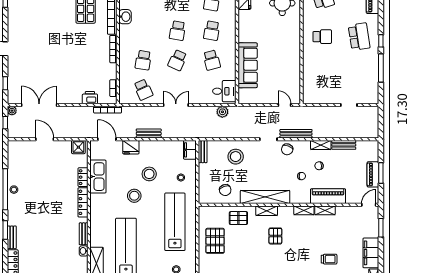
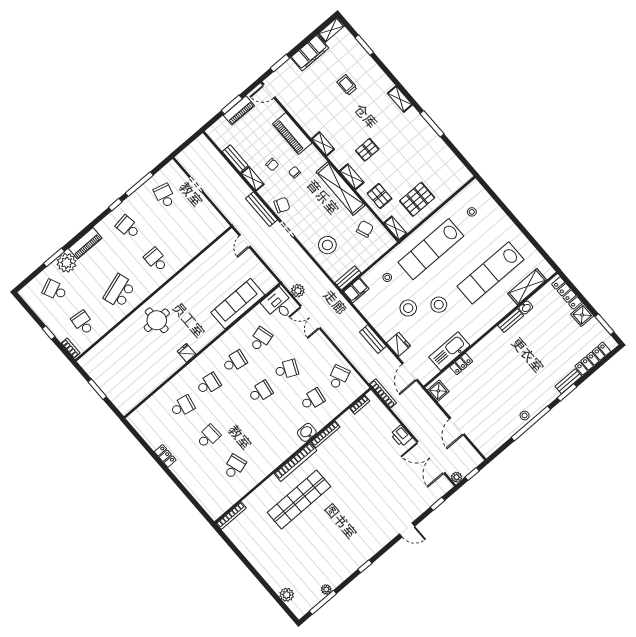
washbasin: (125, 17) -> (307, 432), moved
school desk: (359, 37) -> (128, 227), width x0.54
school desk: (359, 78) -> (165, 196), added
printer: (90, 98) -> (401, 436), moved
double door: (176, 105) -> (310, 317), moved
locker: (83, 202) -> (484, 345), removed
shelving: (325, 210) -> (395, 228), moved

